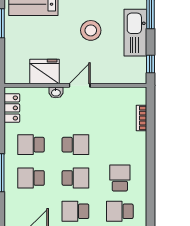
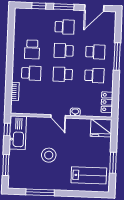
kitchen sink: (135, 33) -> (18, 133), moved
fridge: (44, 71) -> (101, 128), moved
door: (80, 85) -> (58, 116), hinge flipped
school desk: (120, 211) -> (31, 73), moved

